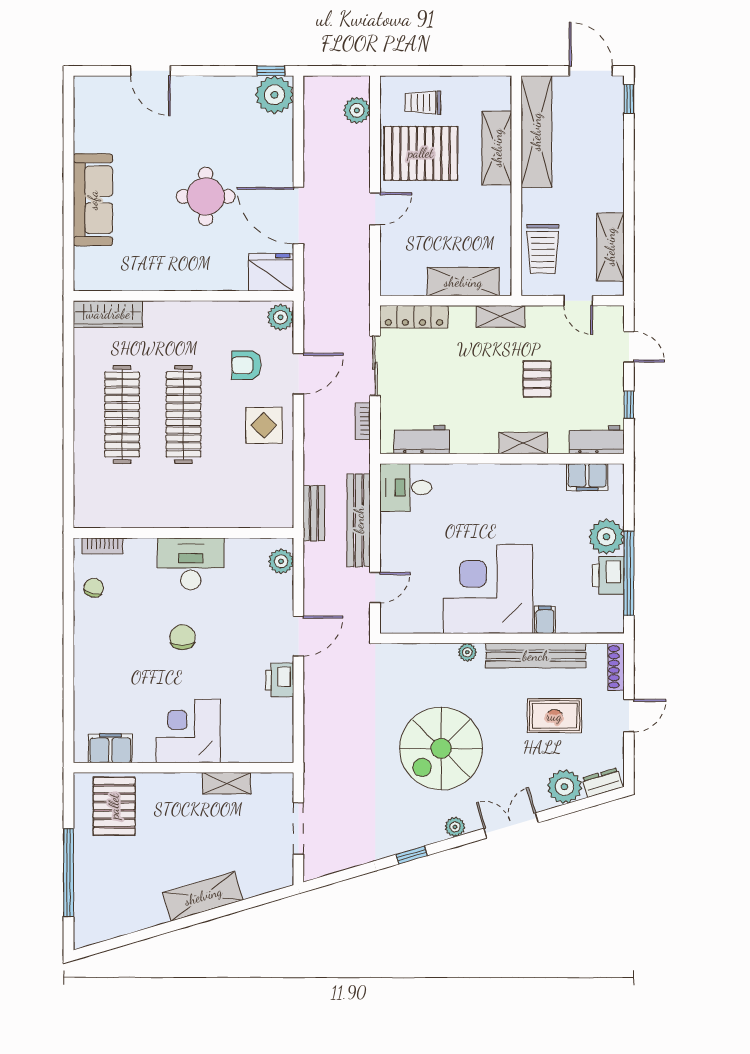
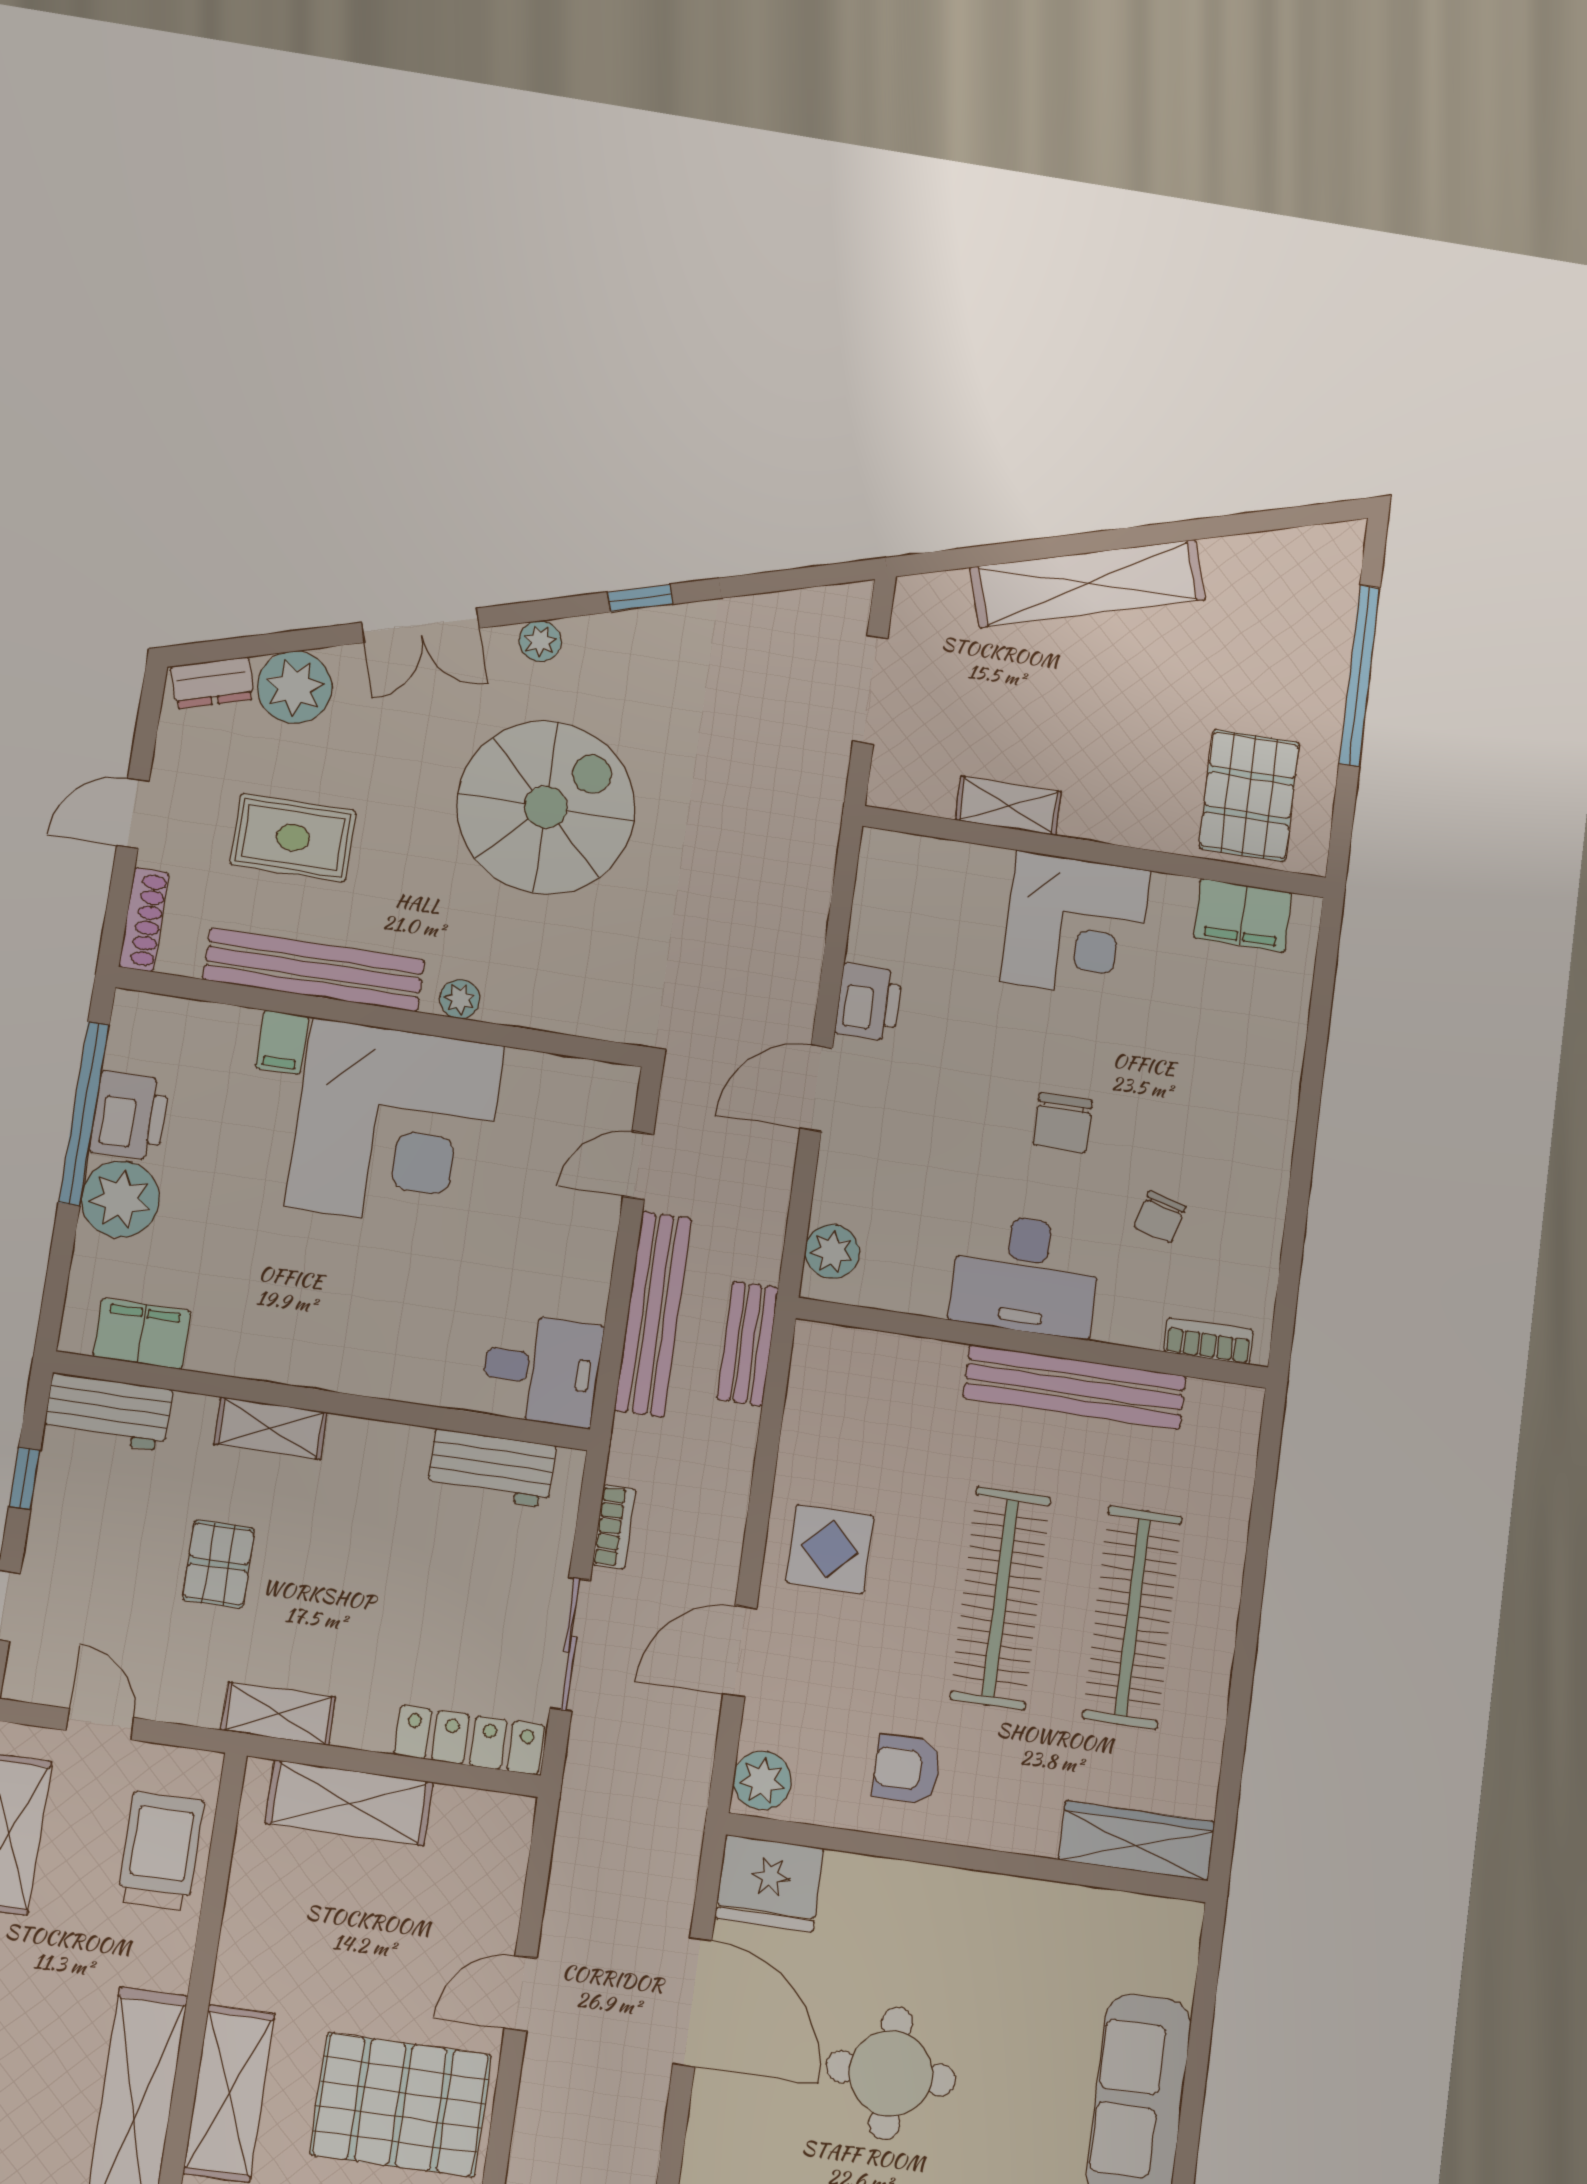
armchair: (246, 365) -> (906, 1769), moved, turned 180
bench: (162, 516) -> (1075, 1387), added
chair: (94, 588) -> (1160, 1217), moved
shelving: (203, 896) -> (1088, 583), width x1.47

